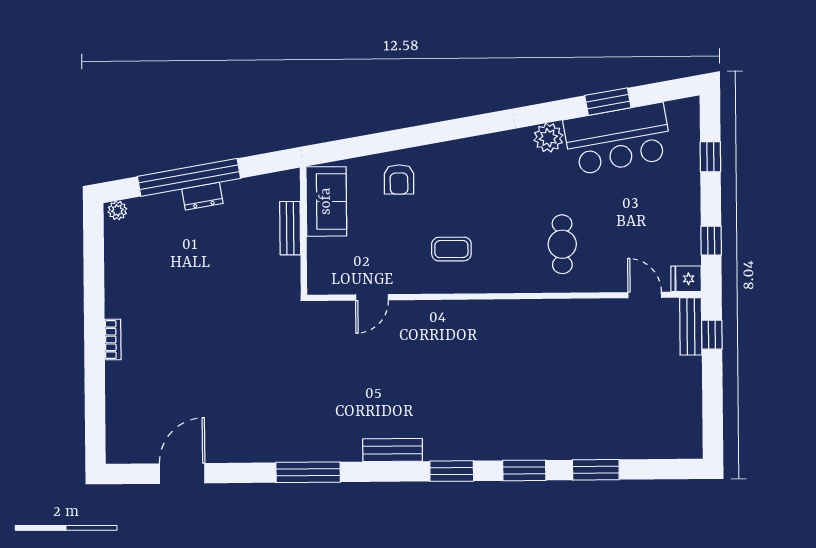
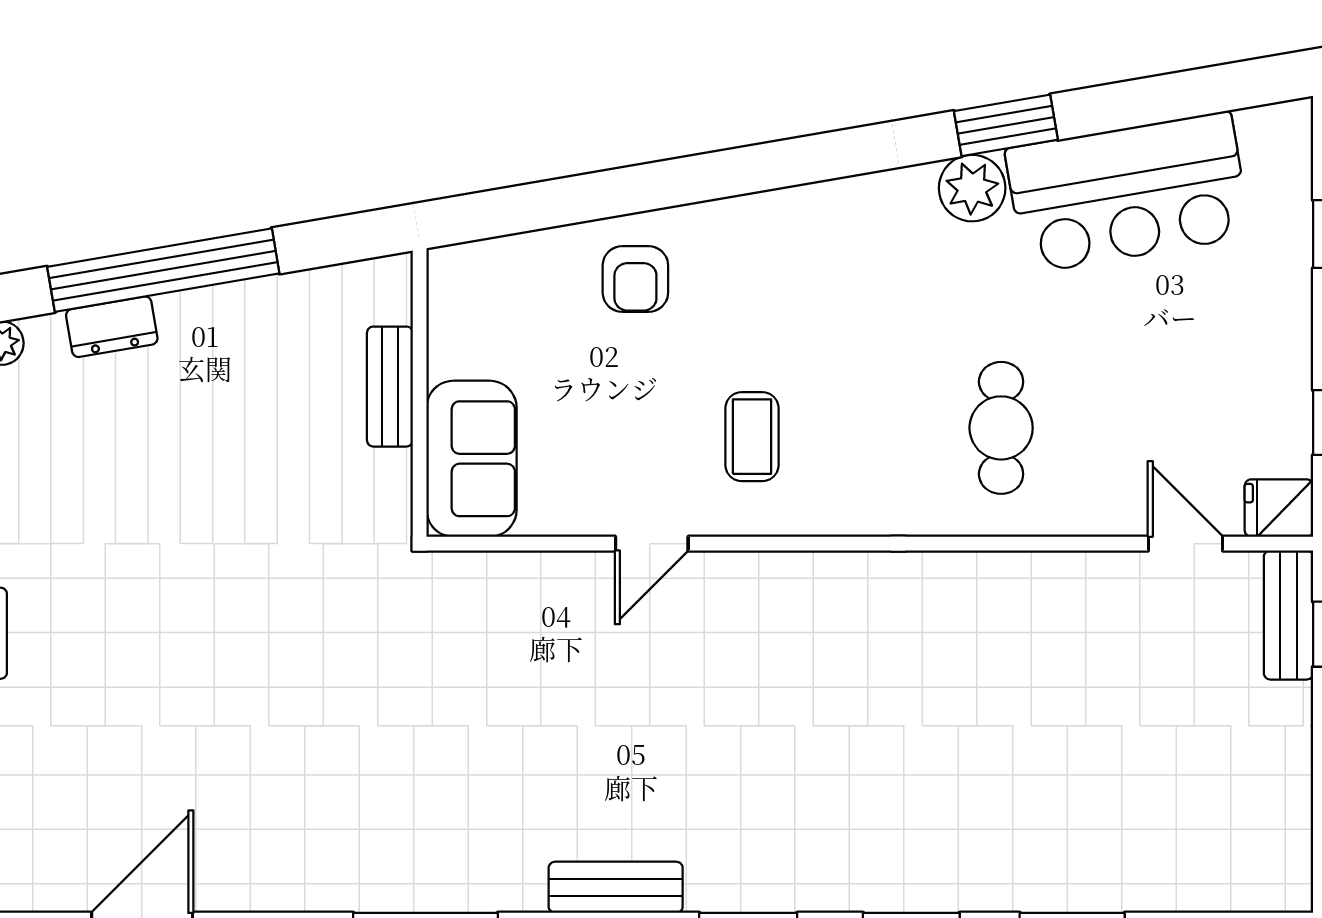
window: (608, 102) -> (1006, 125), moved
dresser: (202, 196) -> (112, 327), moved
sofa: (326, 201) -> (472, 459), moved
coffee table: (451, 249) -> (752, 437), turned 90
door: (372, 297) -> (652, 544), moved

